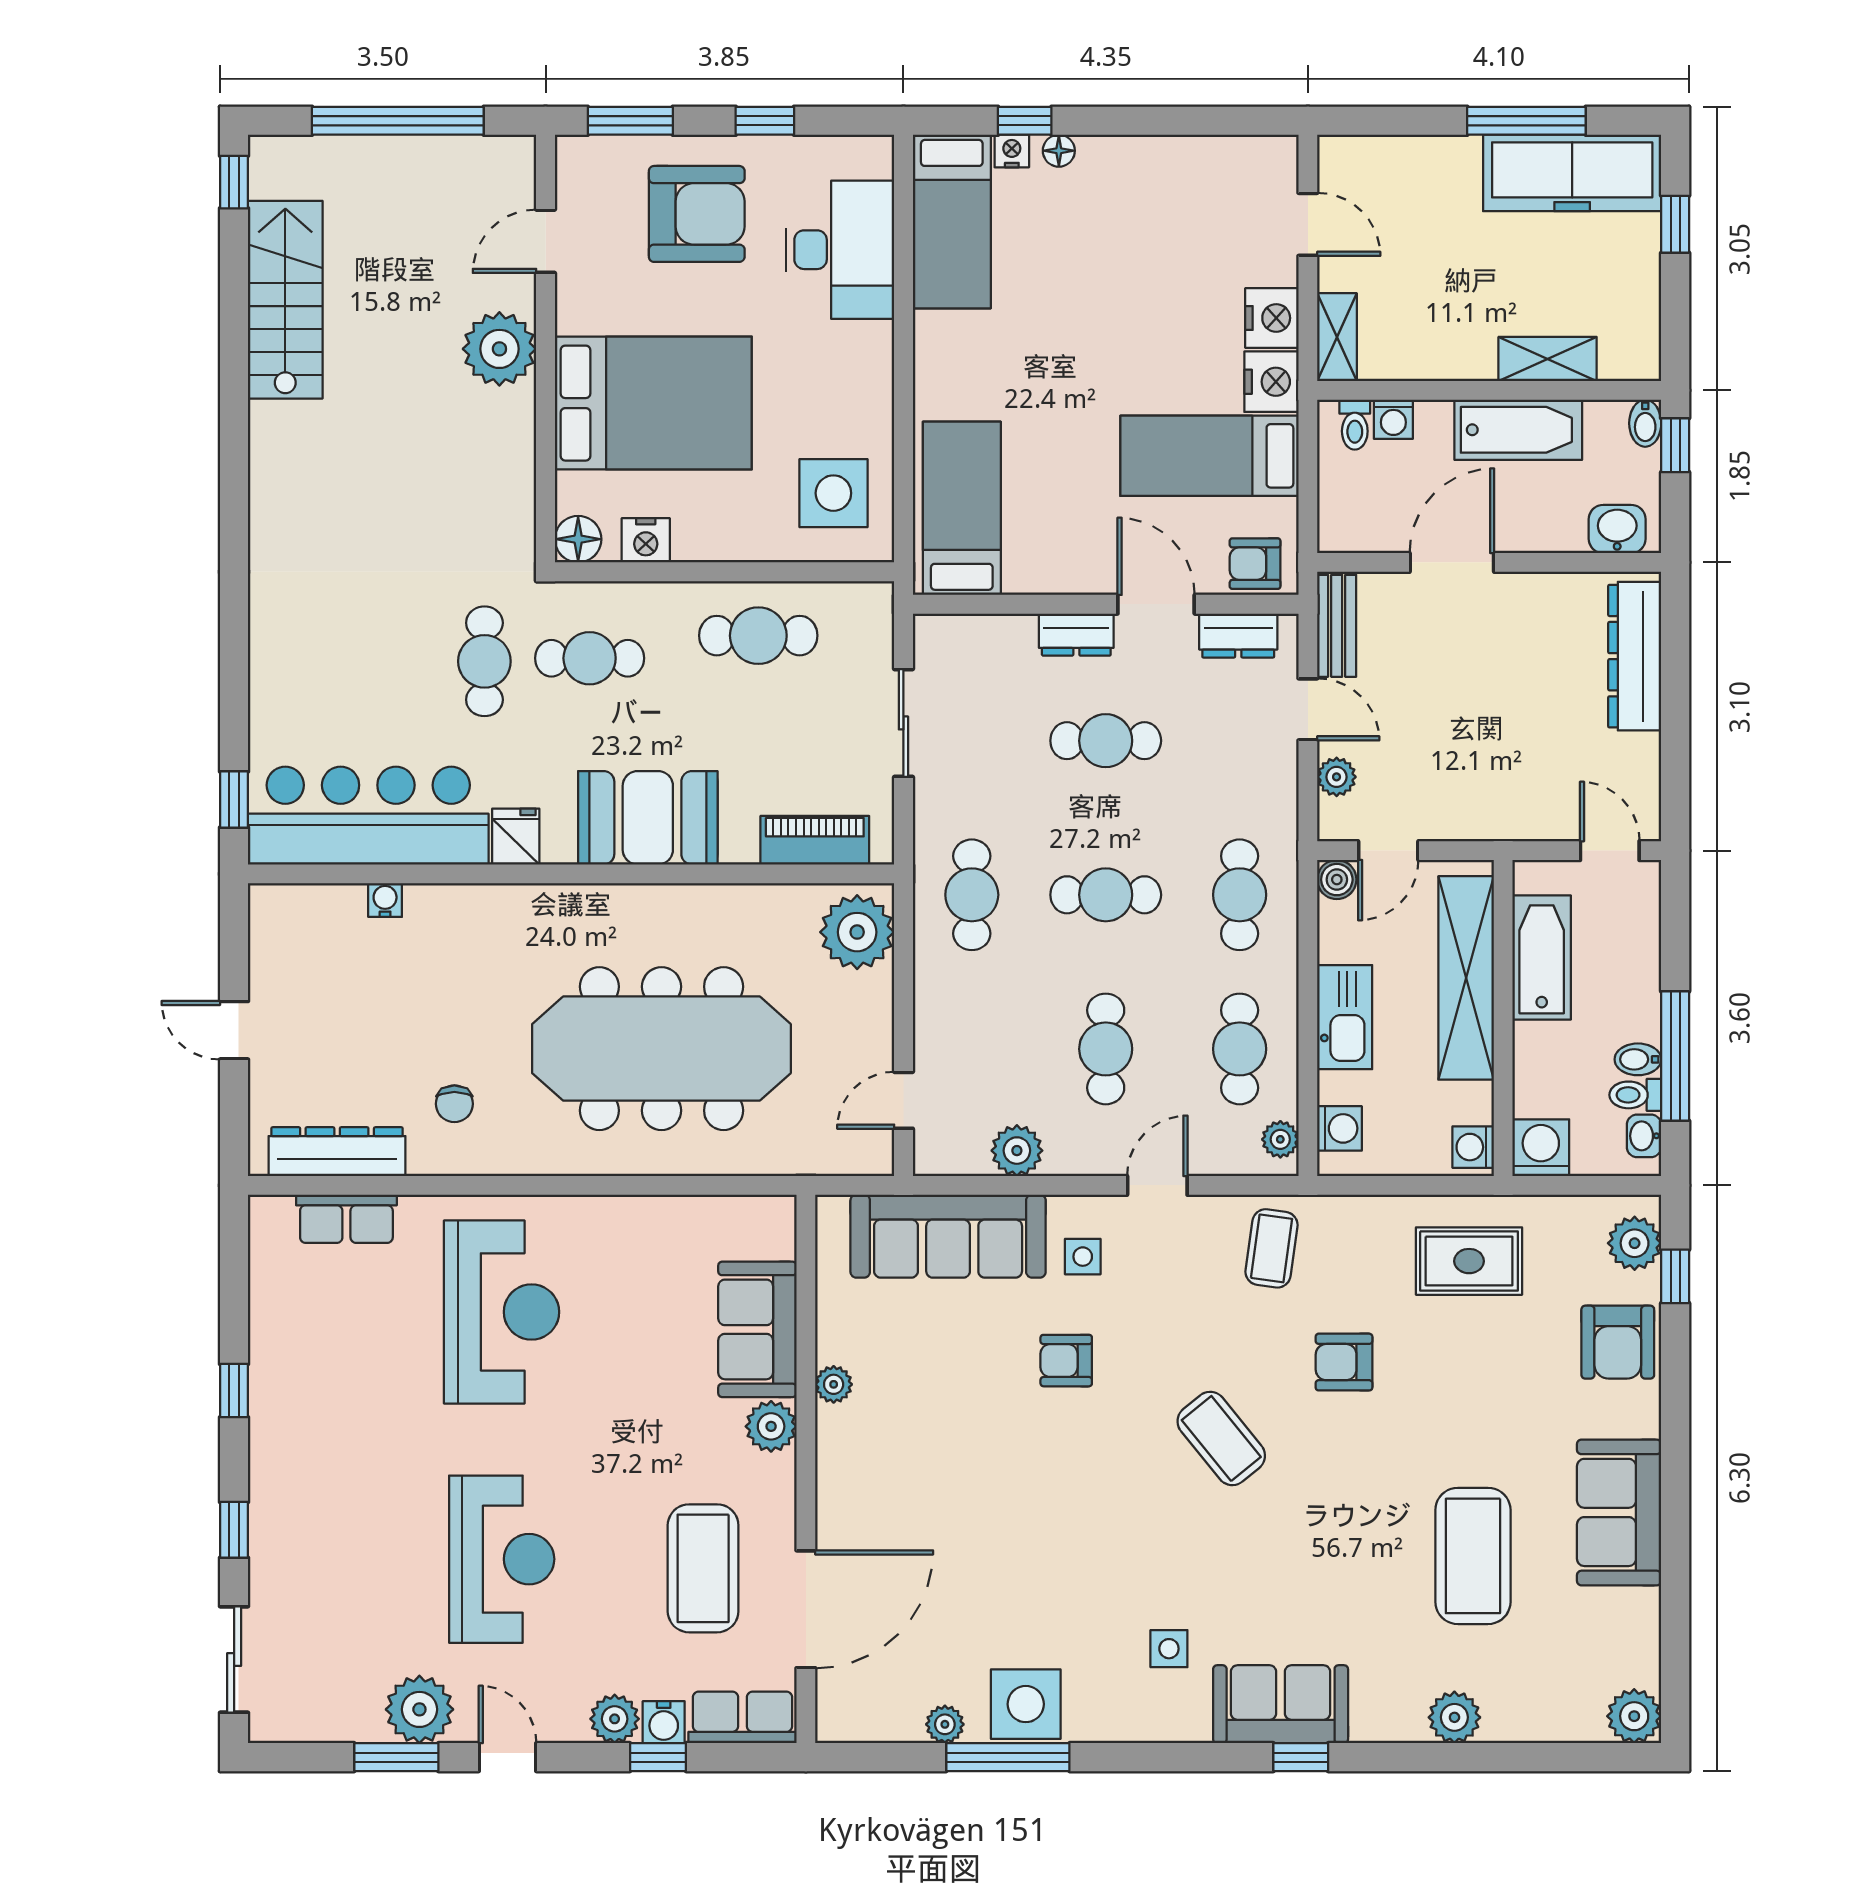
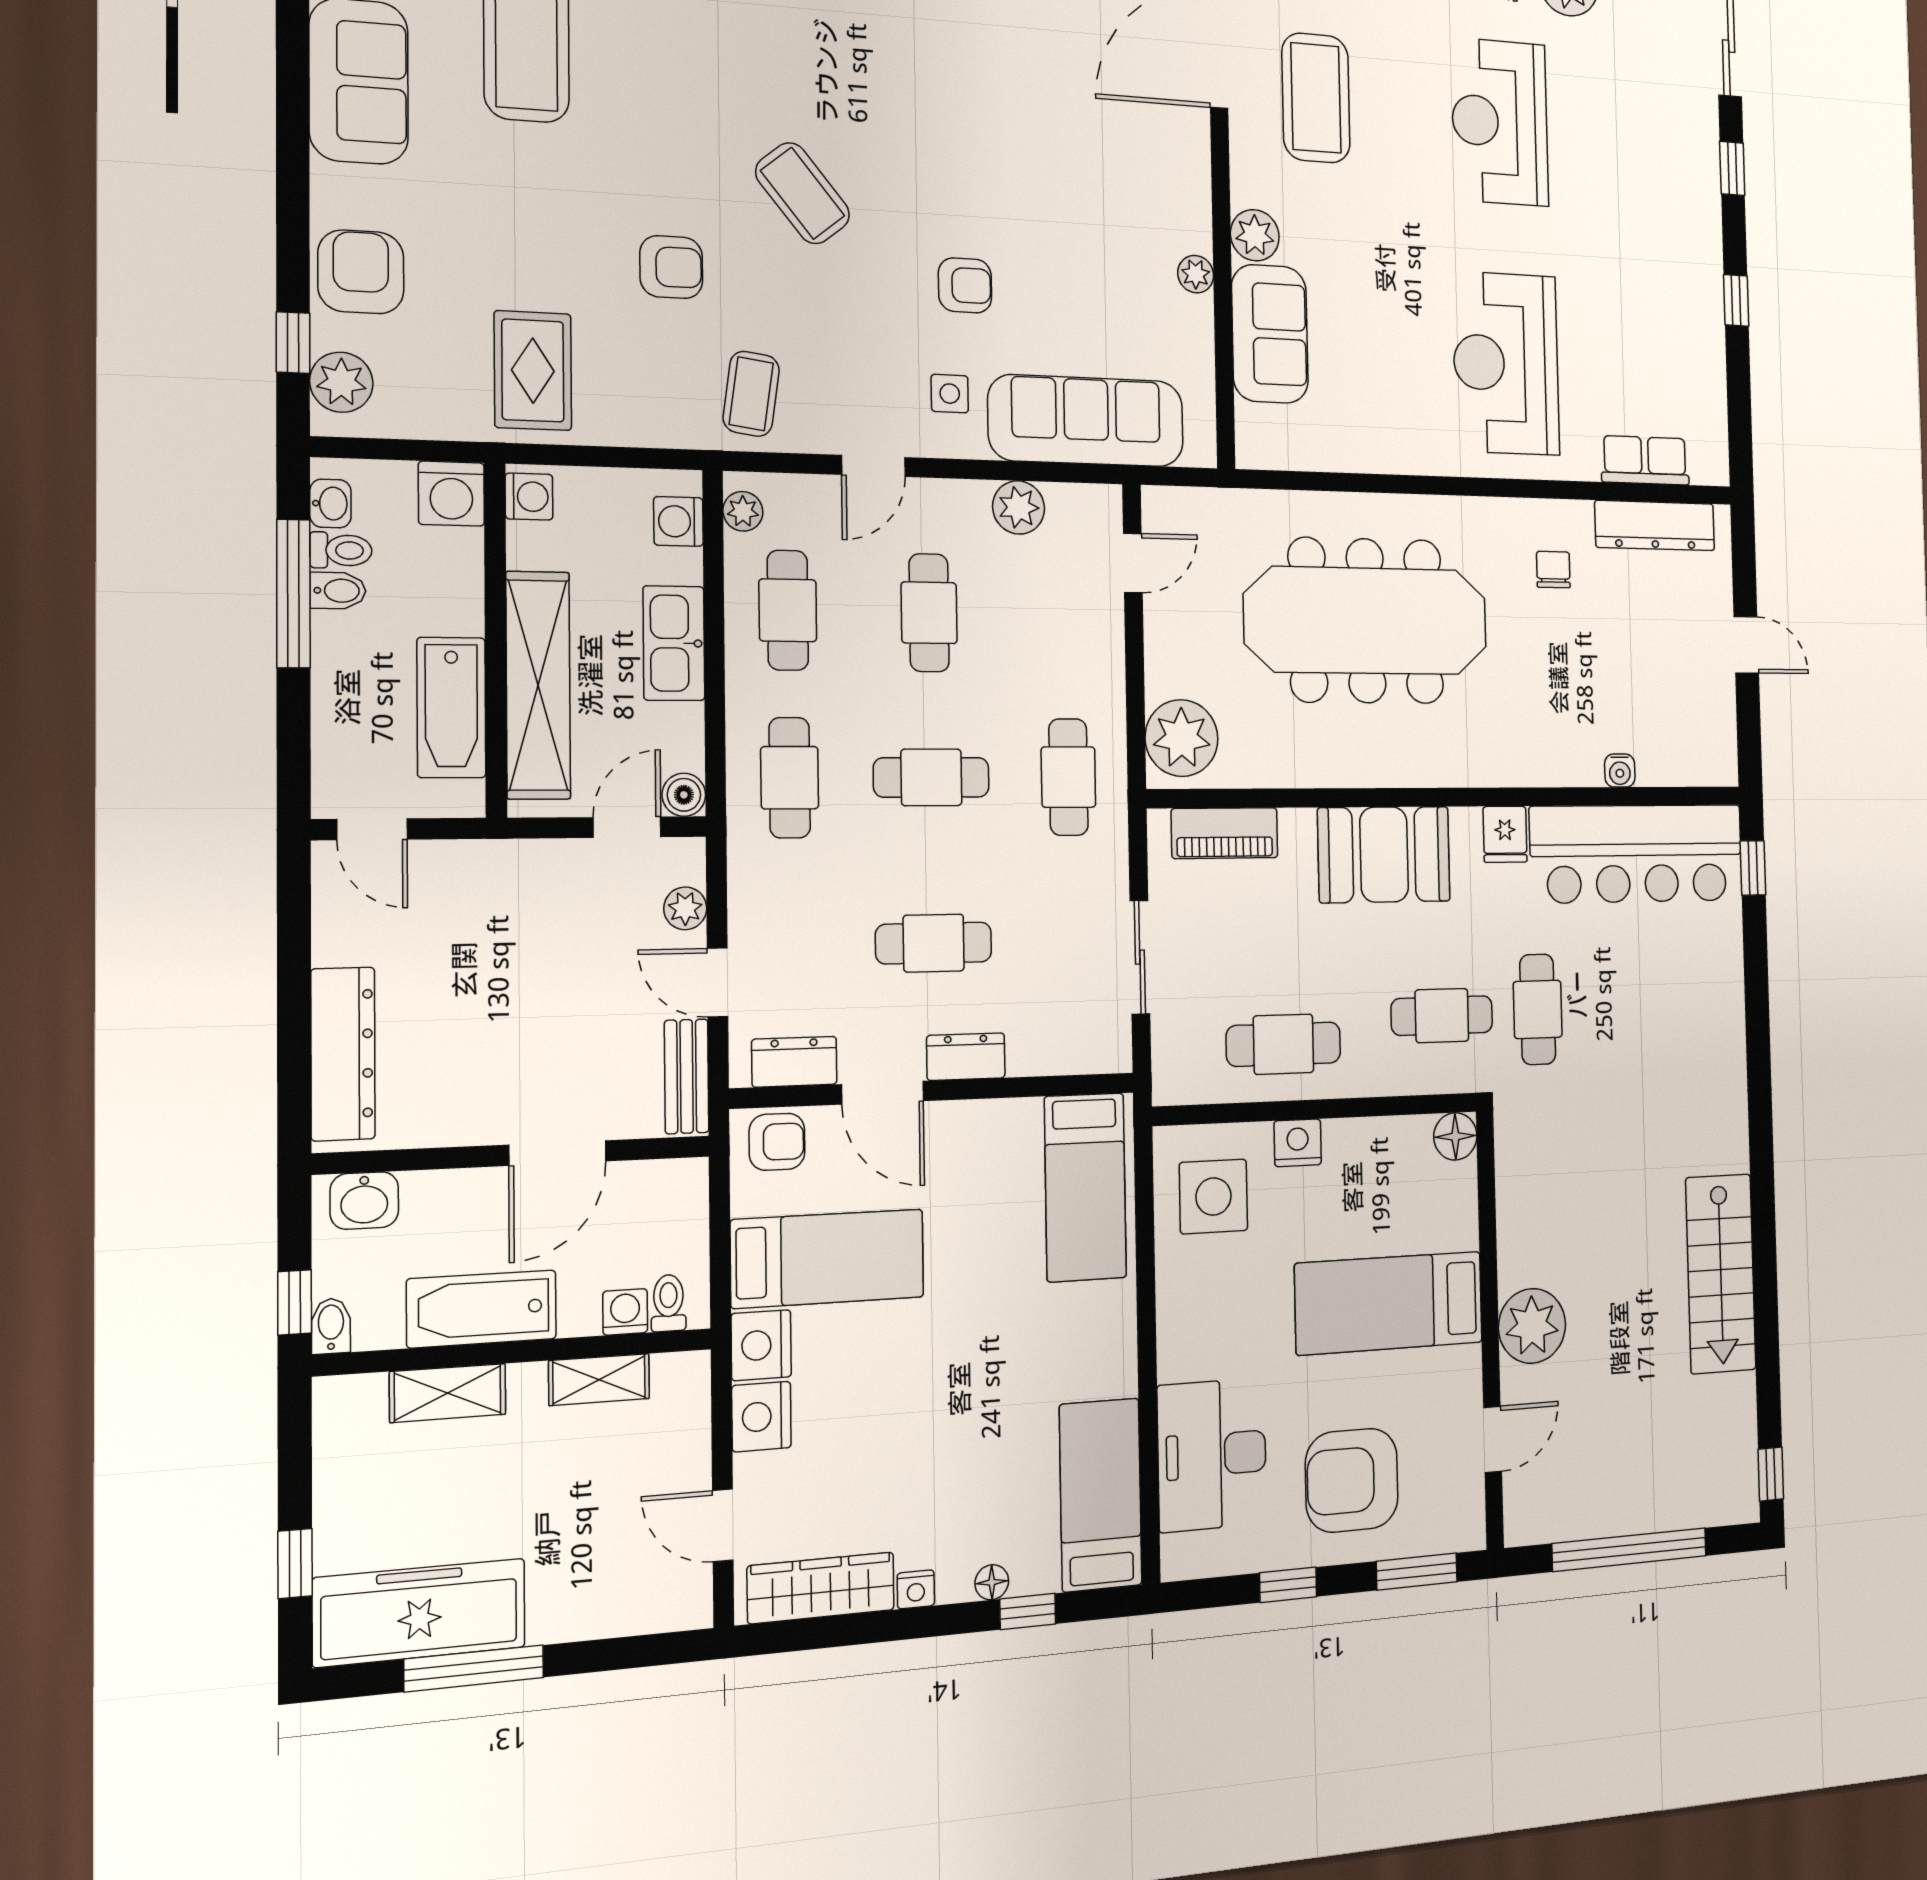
nightstand: (1012, 151) -> (916, 1589), moved
wardrobe: (1219, 161) -> (821, 1588), added
stairs: (285, 300) -> (1721, 1274), moved
shelving: (1337, 337) -> (599, 1380), moved, turned 90
bed: (653, 403) -> (1389, 1303), width x0.67
nightstand: (646, 540) -> (1298, 1143), moved
rug: (1469, 1261) -> (533, 371), turned 90

